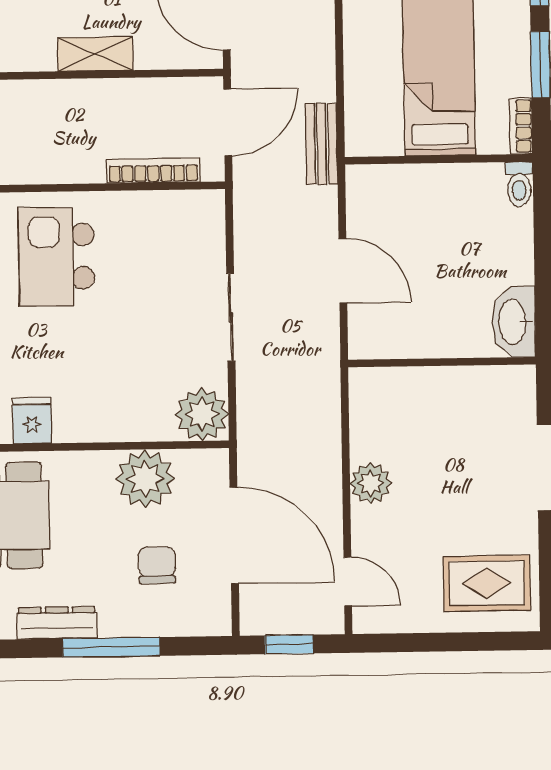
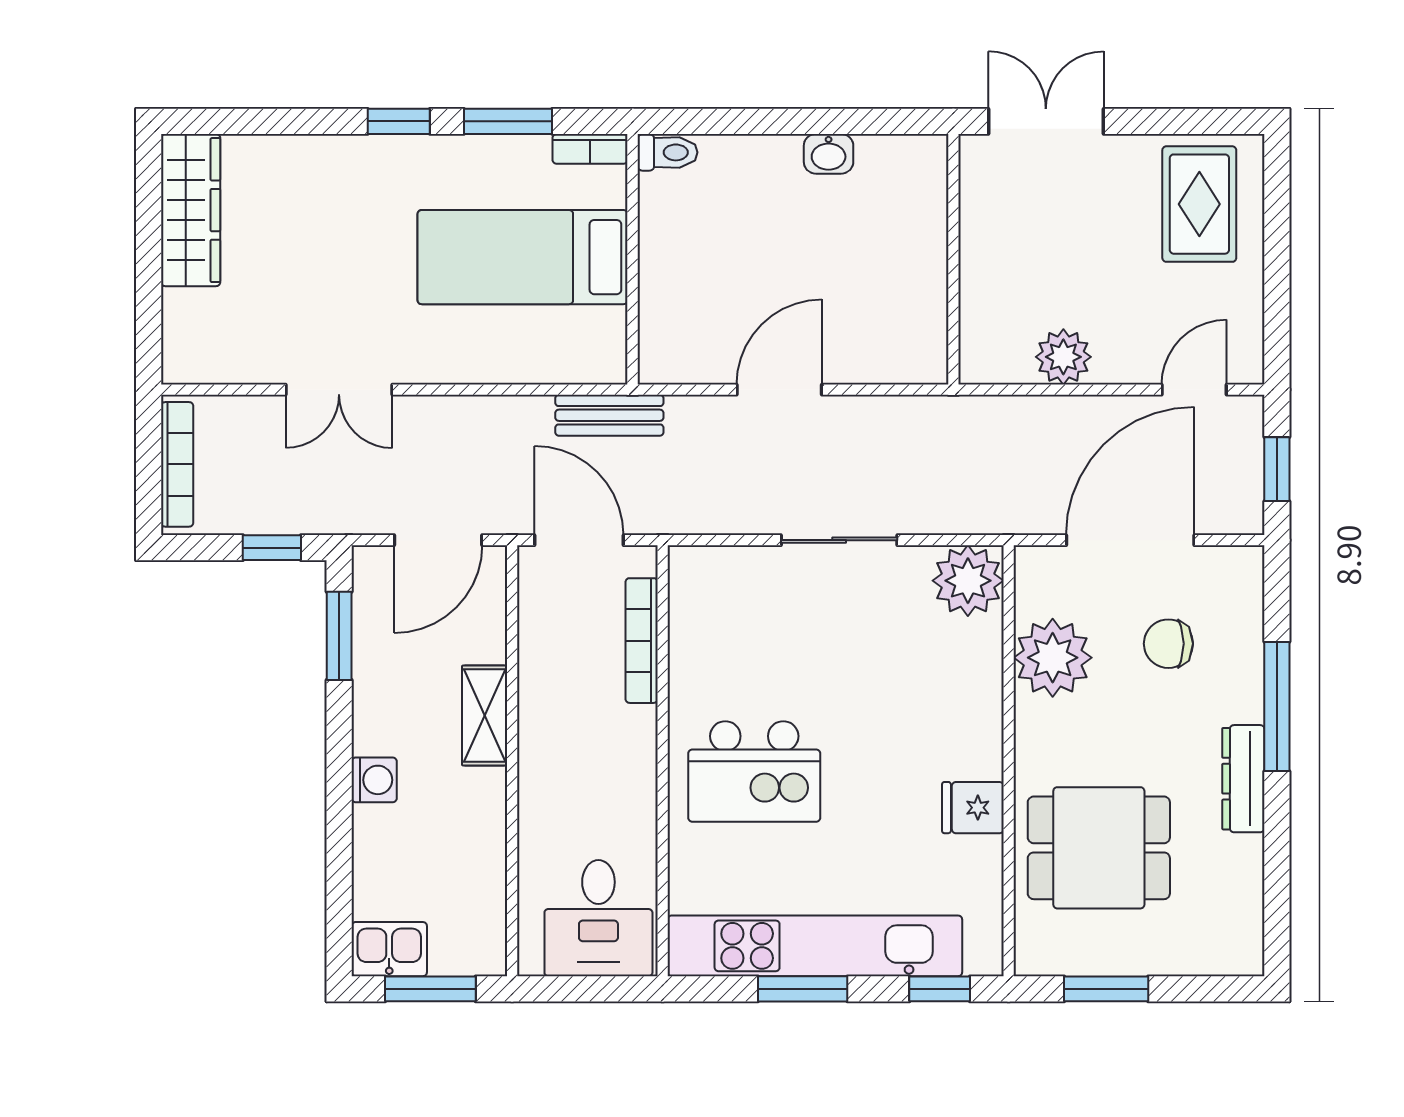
washbasin: (514, 322) -> (829, 154), width x0.52, depth x0.69
wall: (442, 362) -> (953, 259), moved

